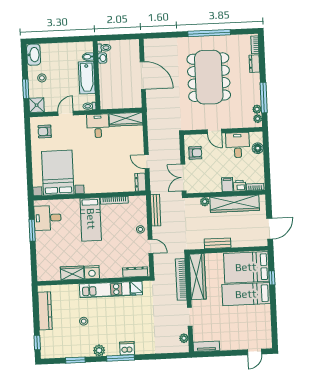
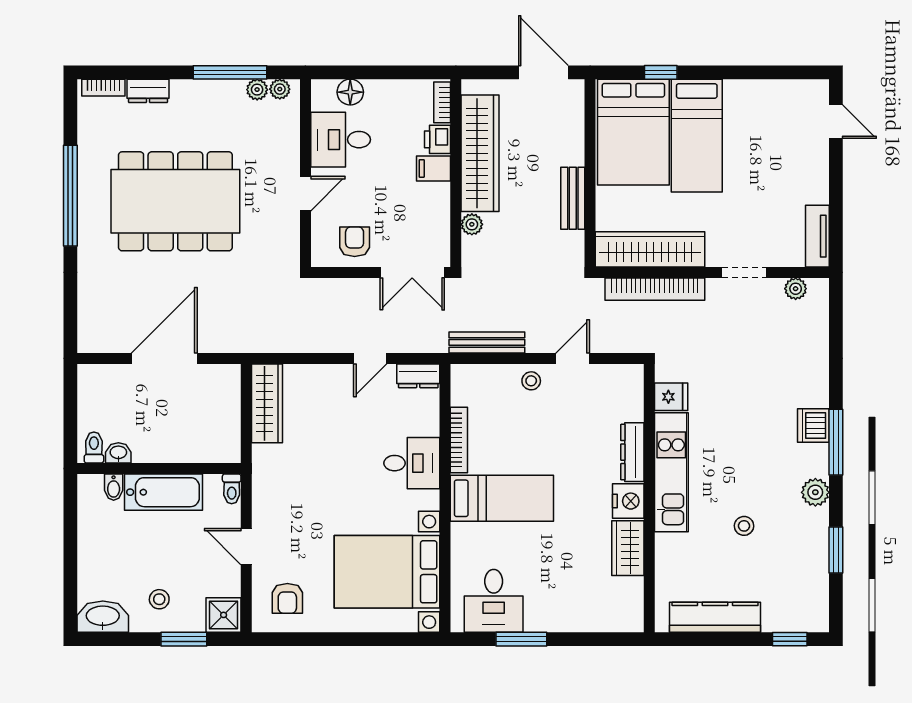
desk: (98, 126) -> (412, 463), moved, turned 180
dresser: (135, 272) -> (632, 452), moved

